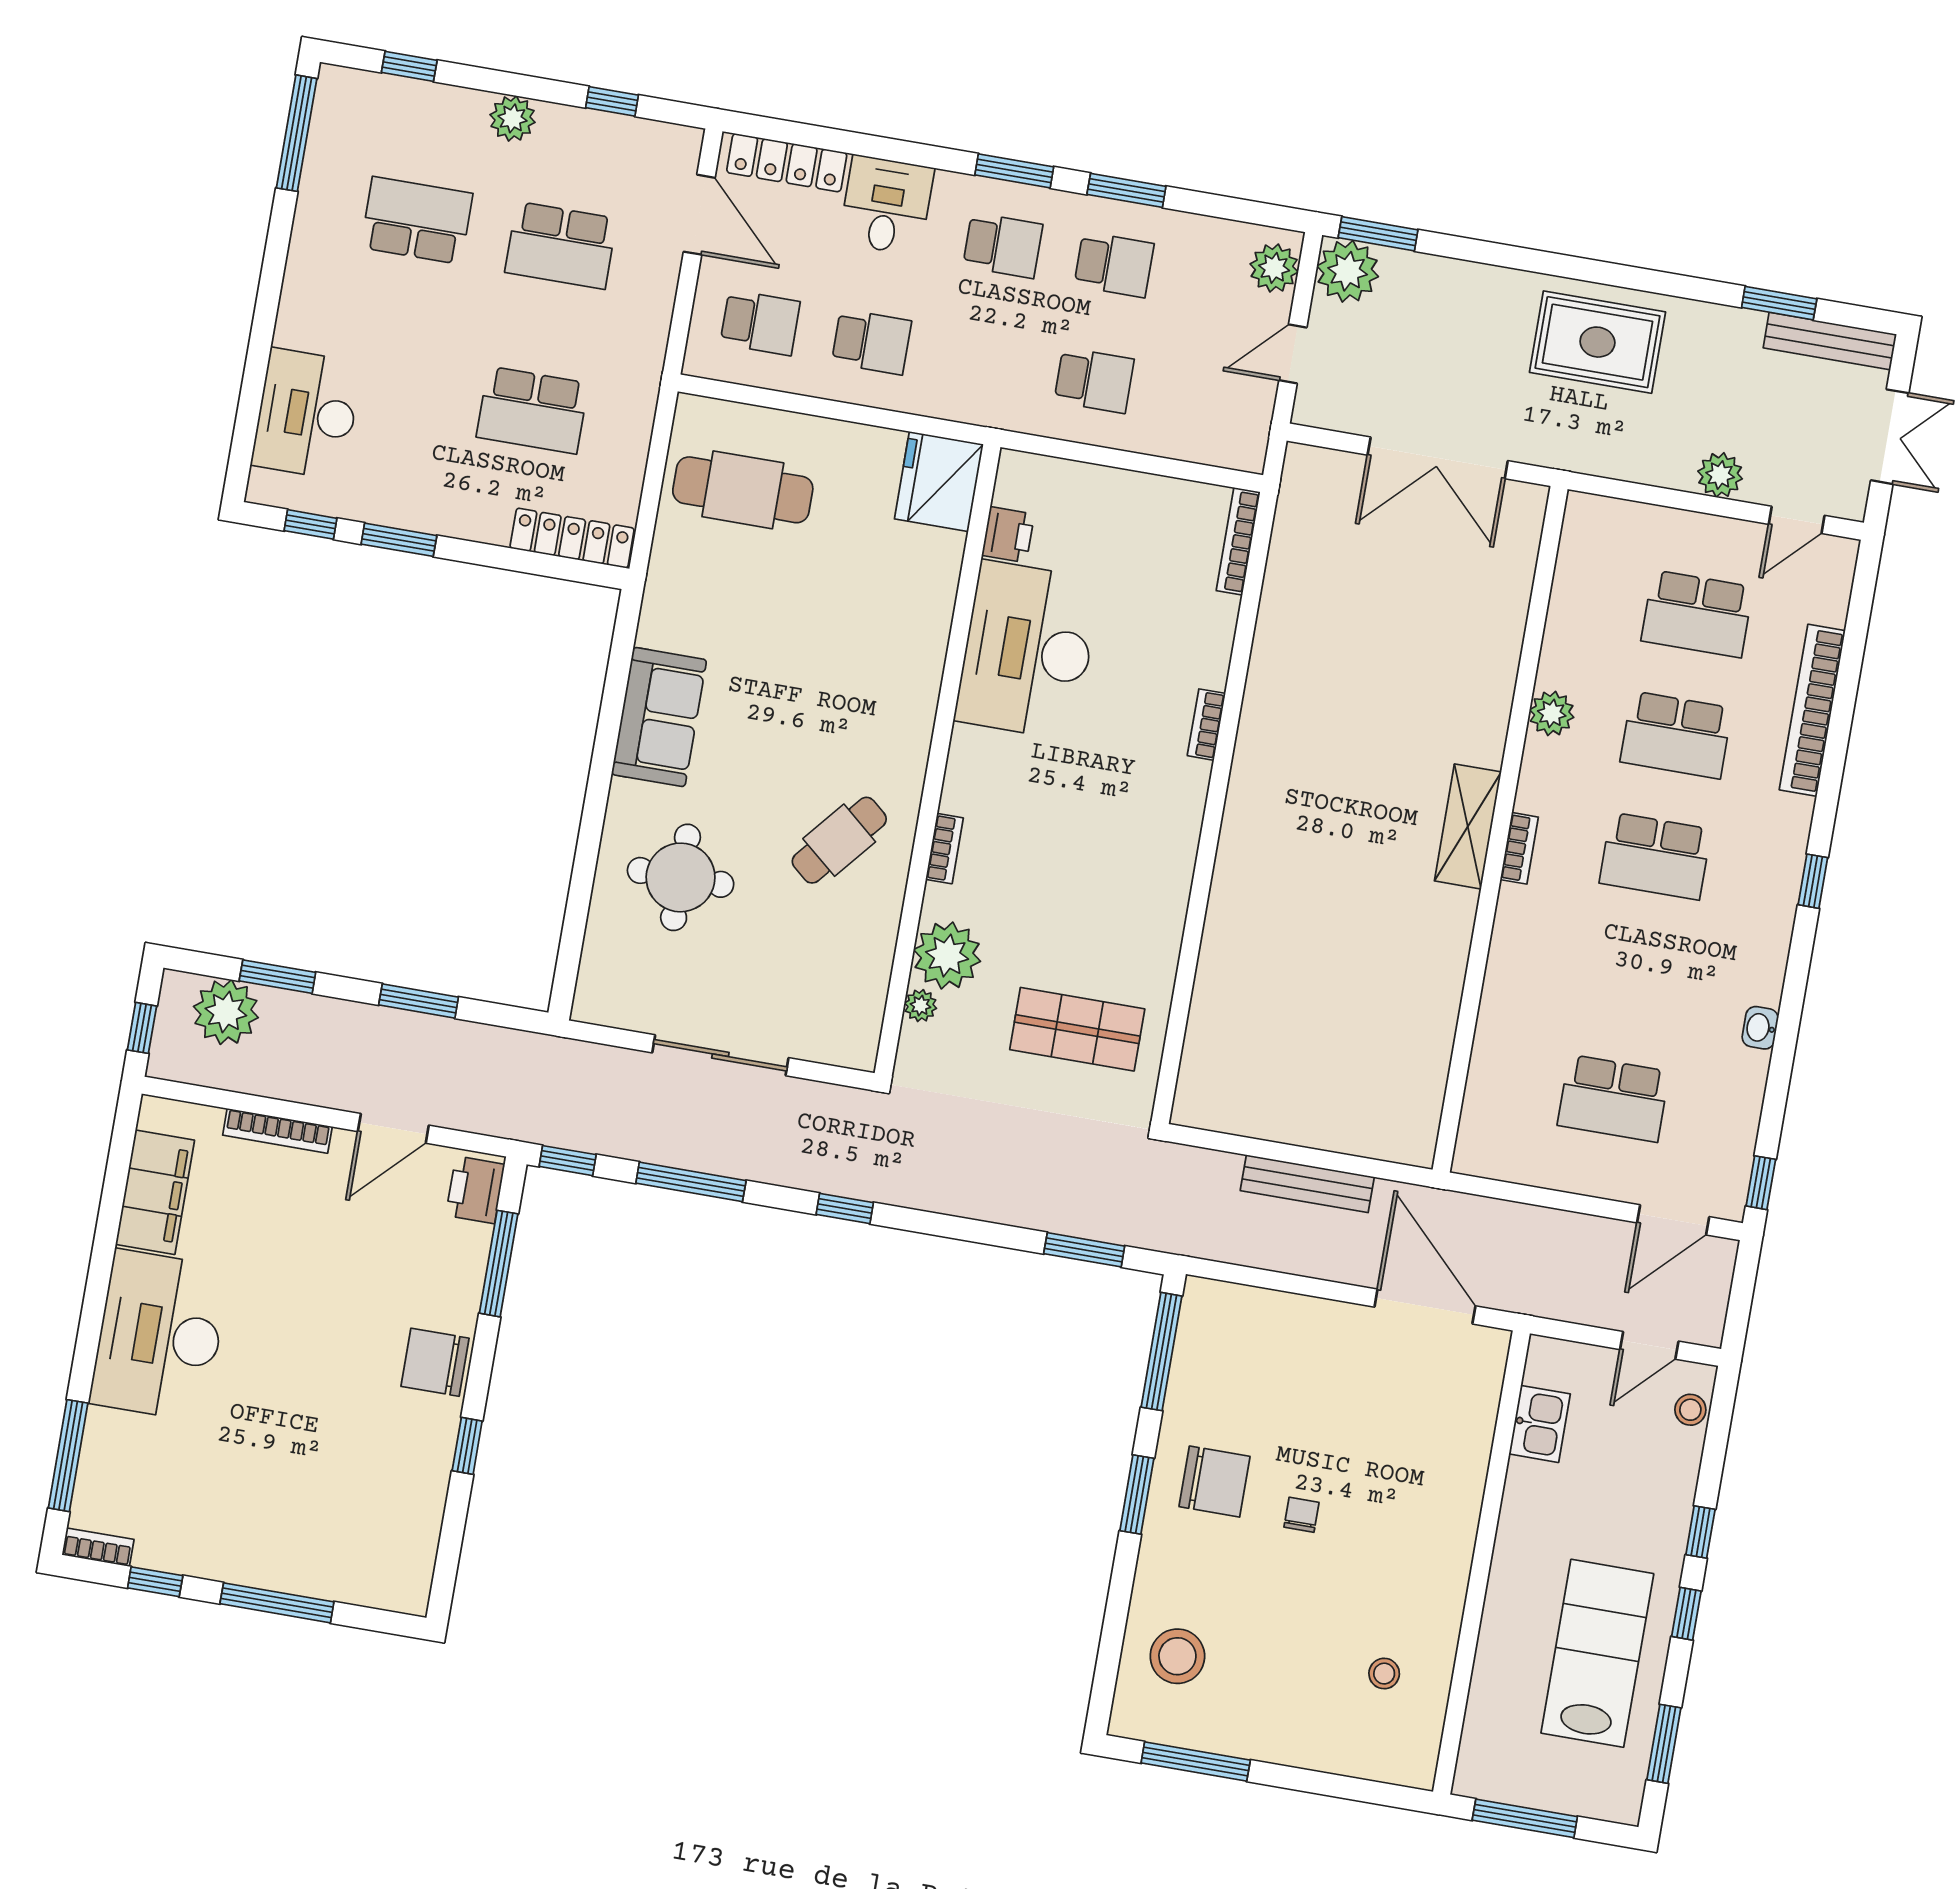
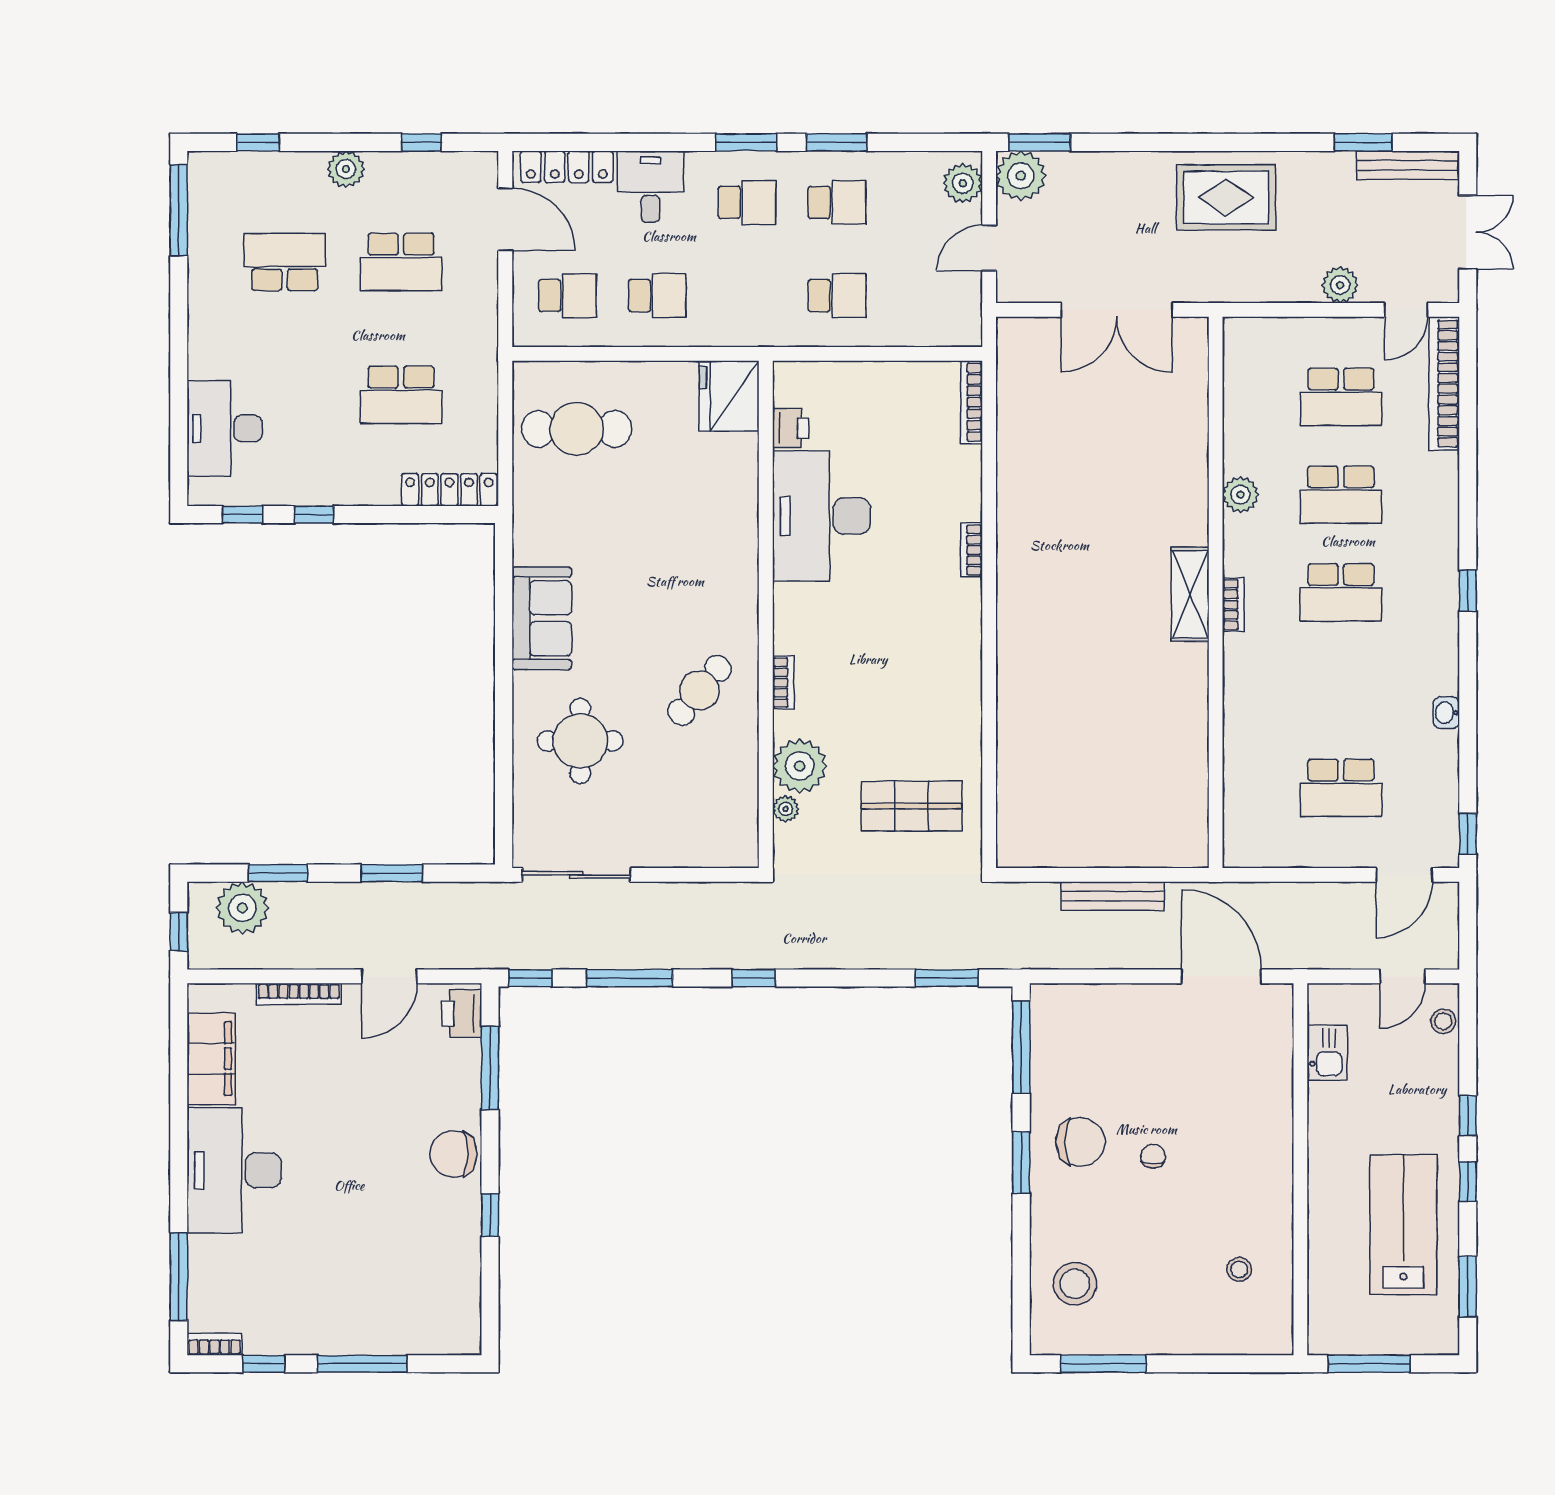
window: (399, 540) -> (314, 515), width x0.67
bookcase: (1812, 710) -> (1444, 383), moved
sliding door: (720, 1055) -> (576, 875), moved

